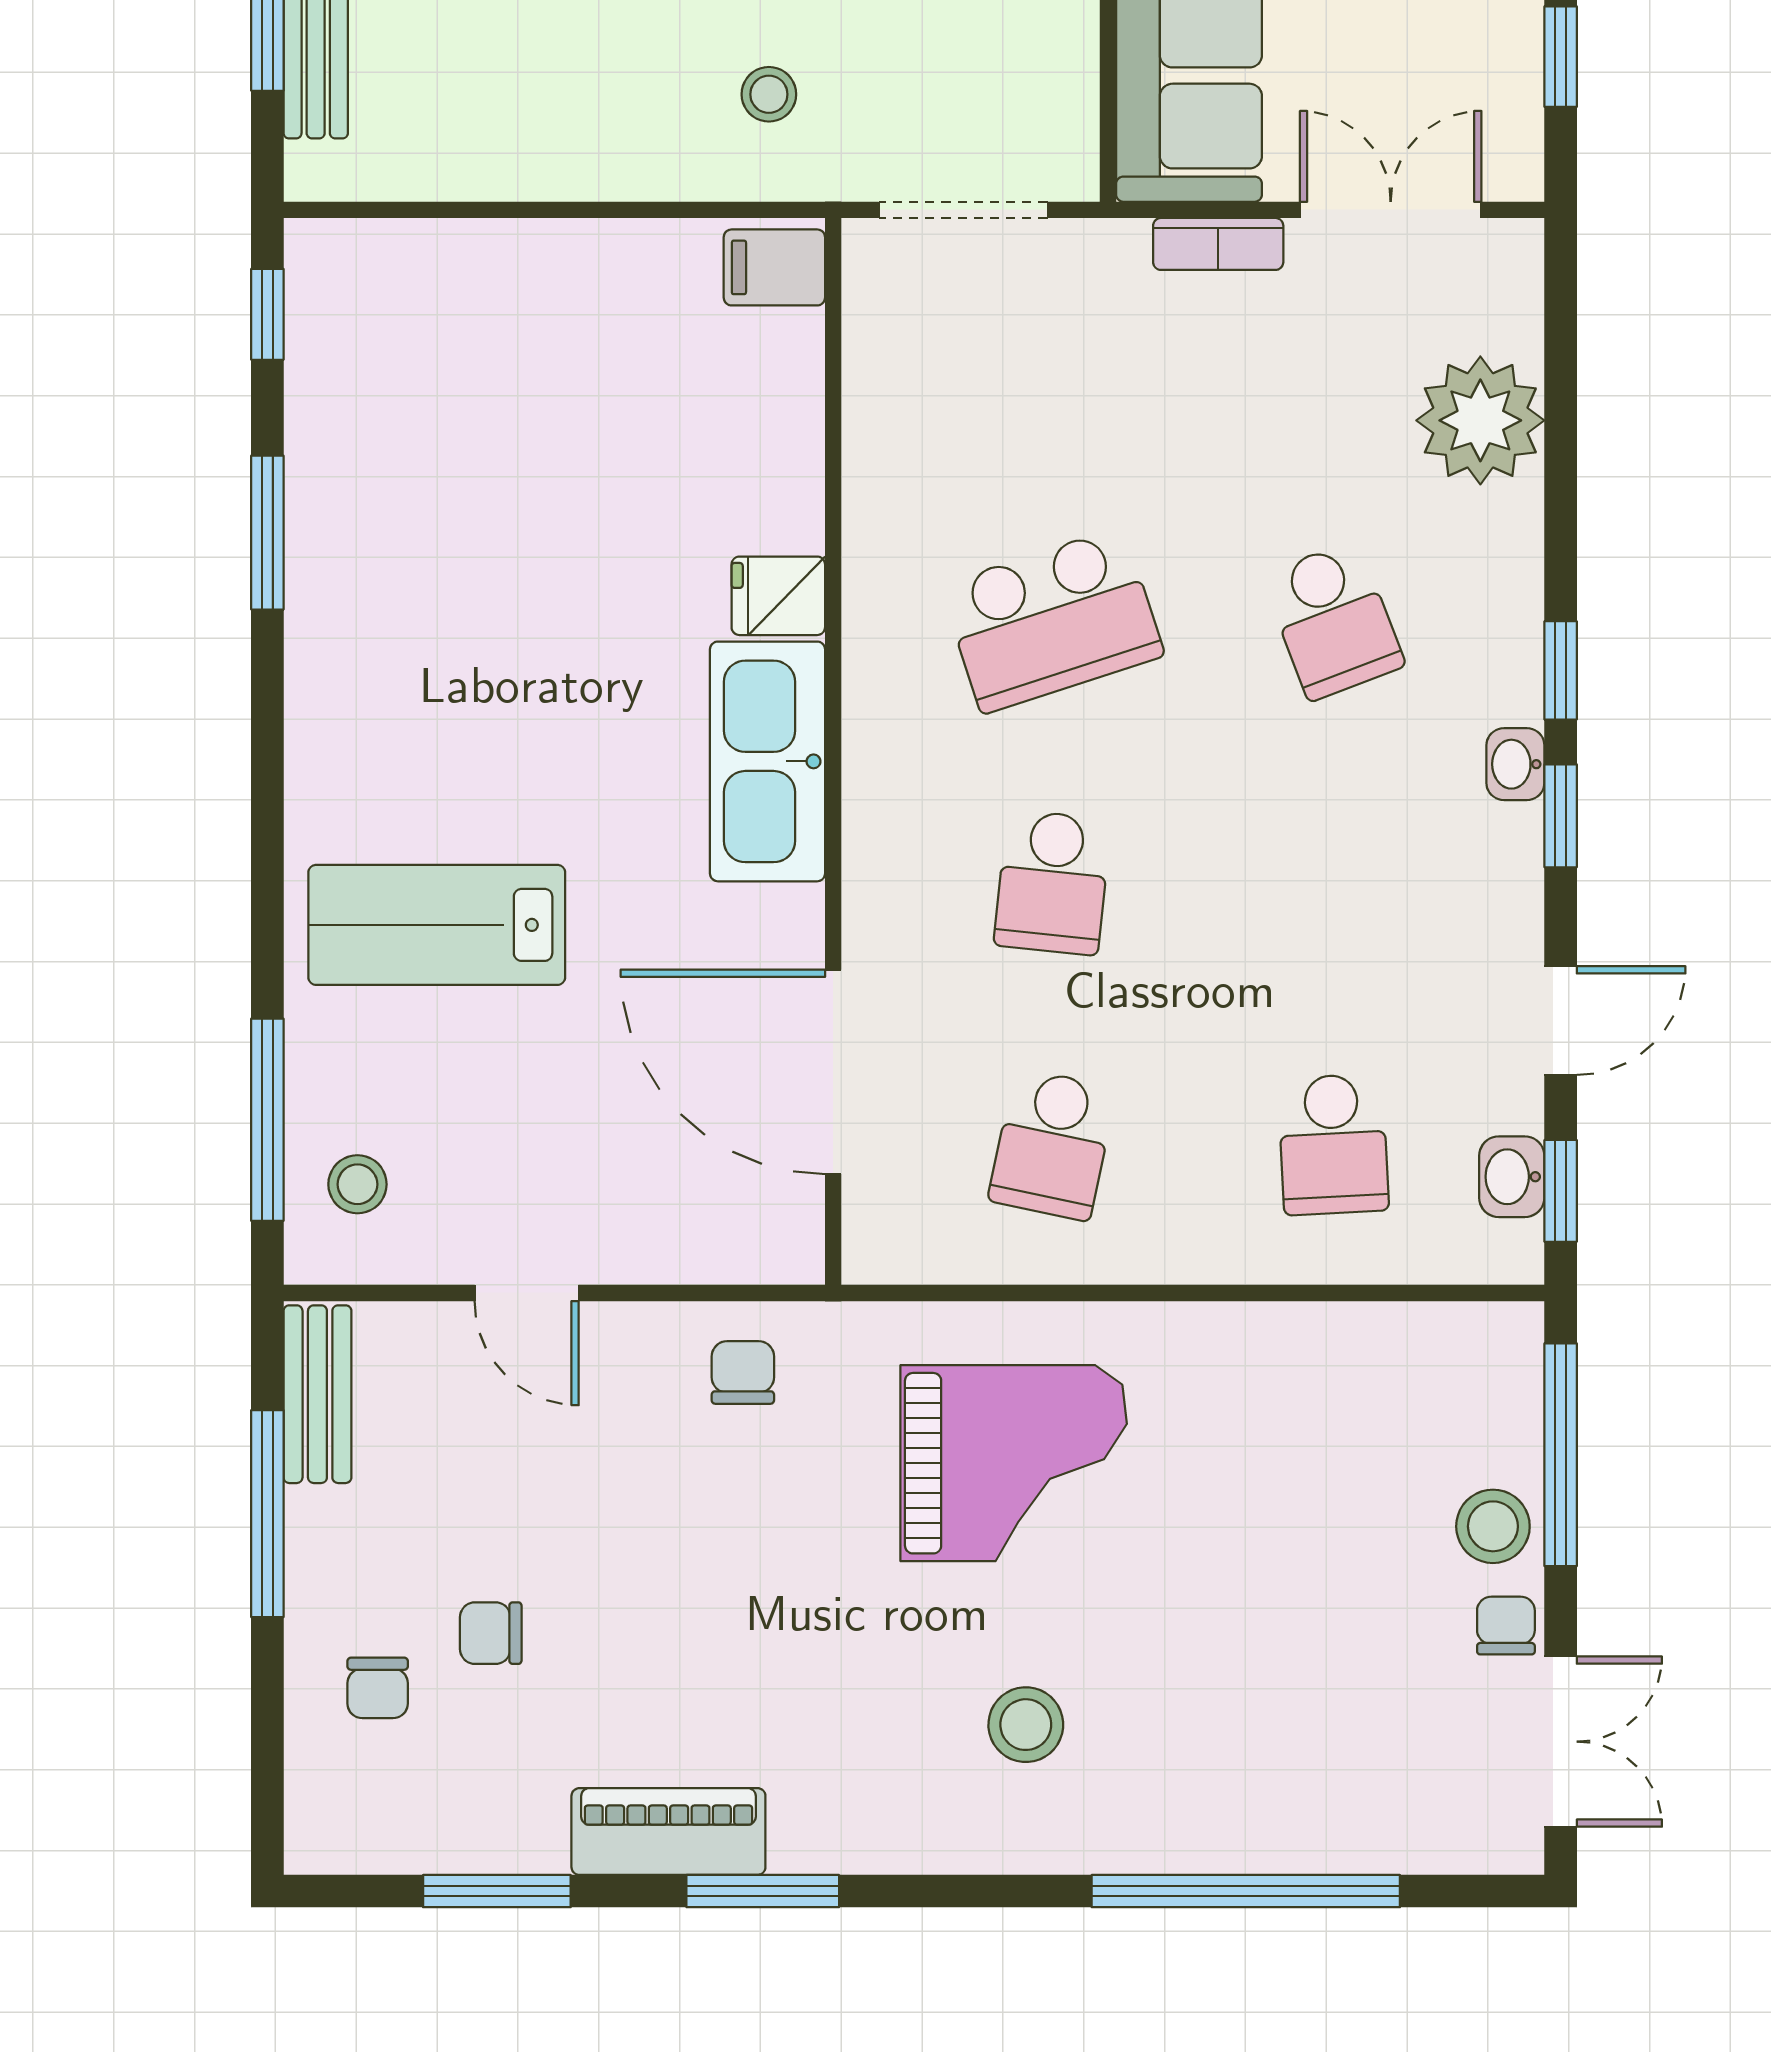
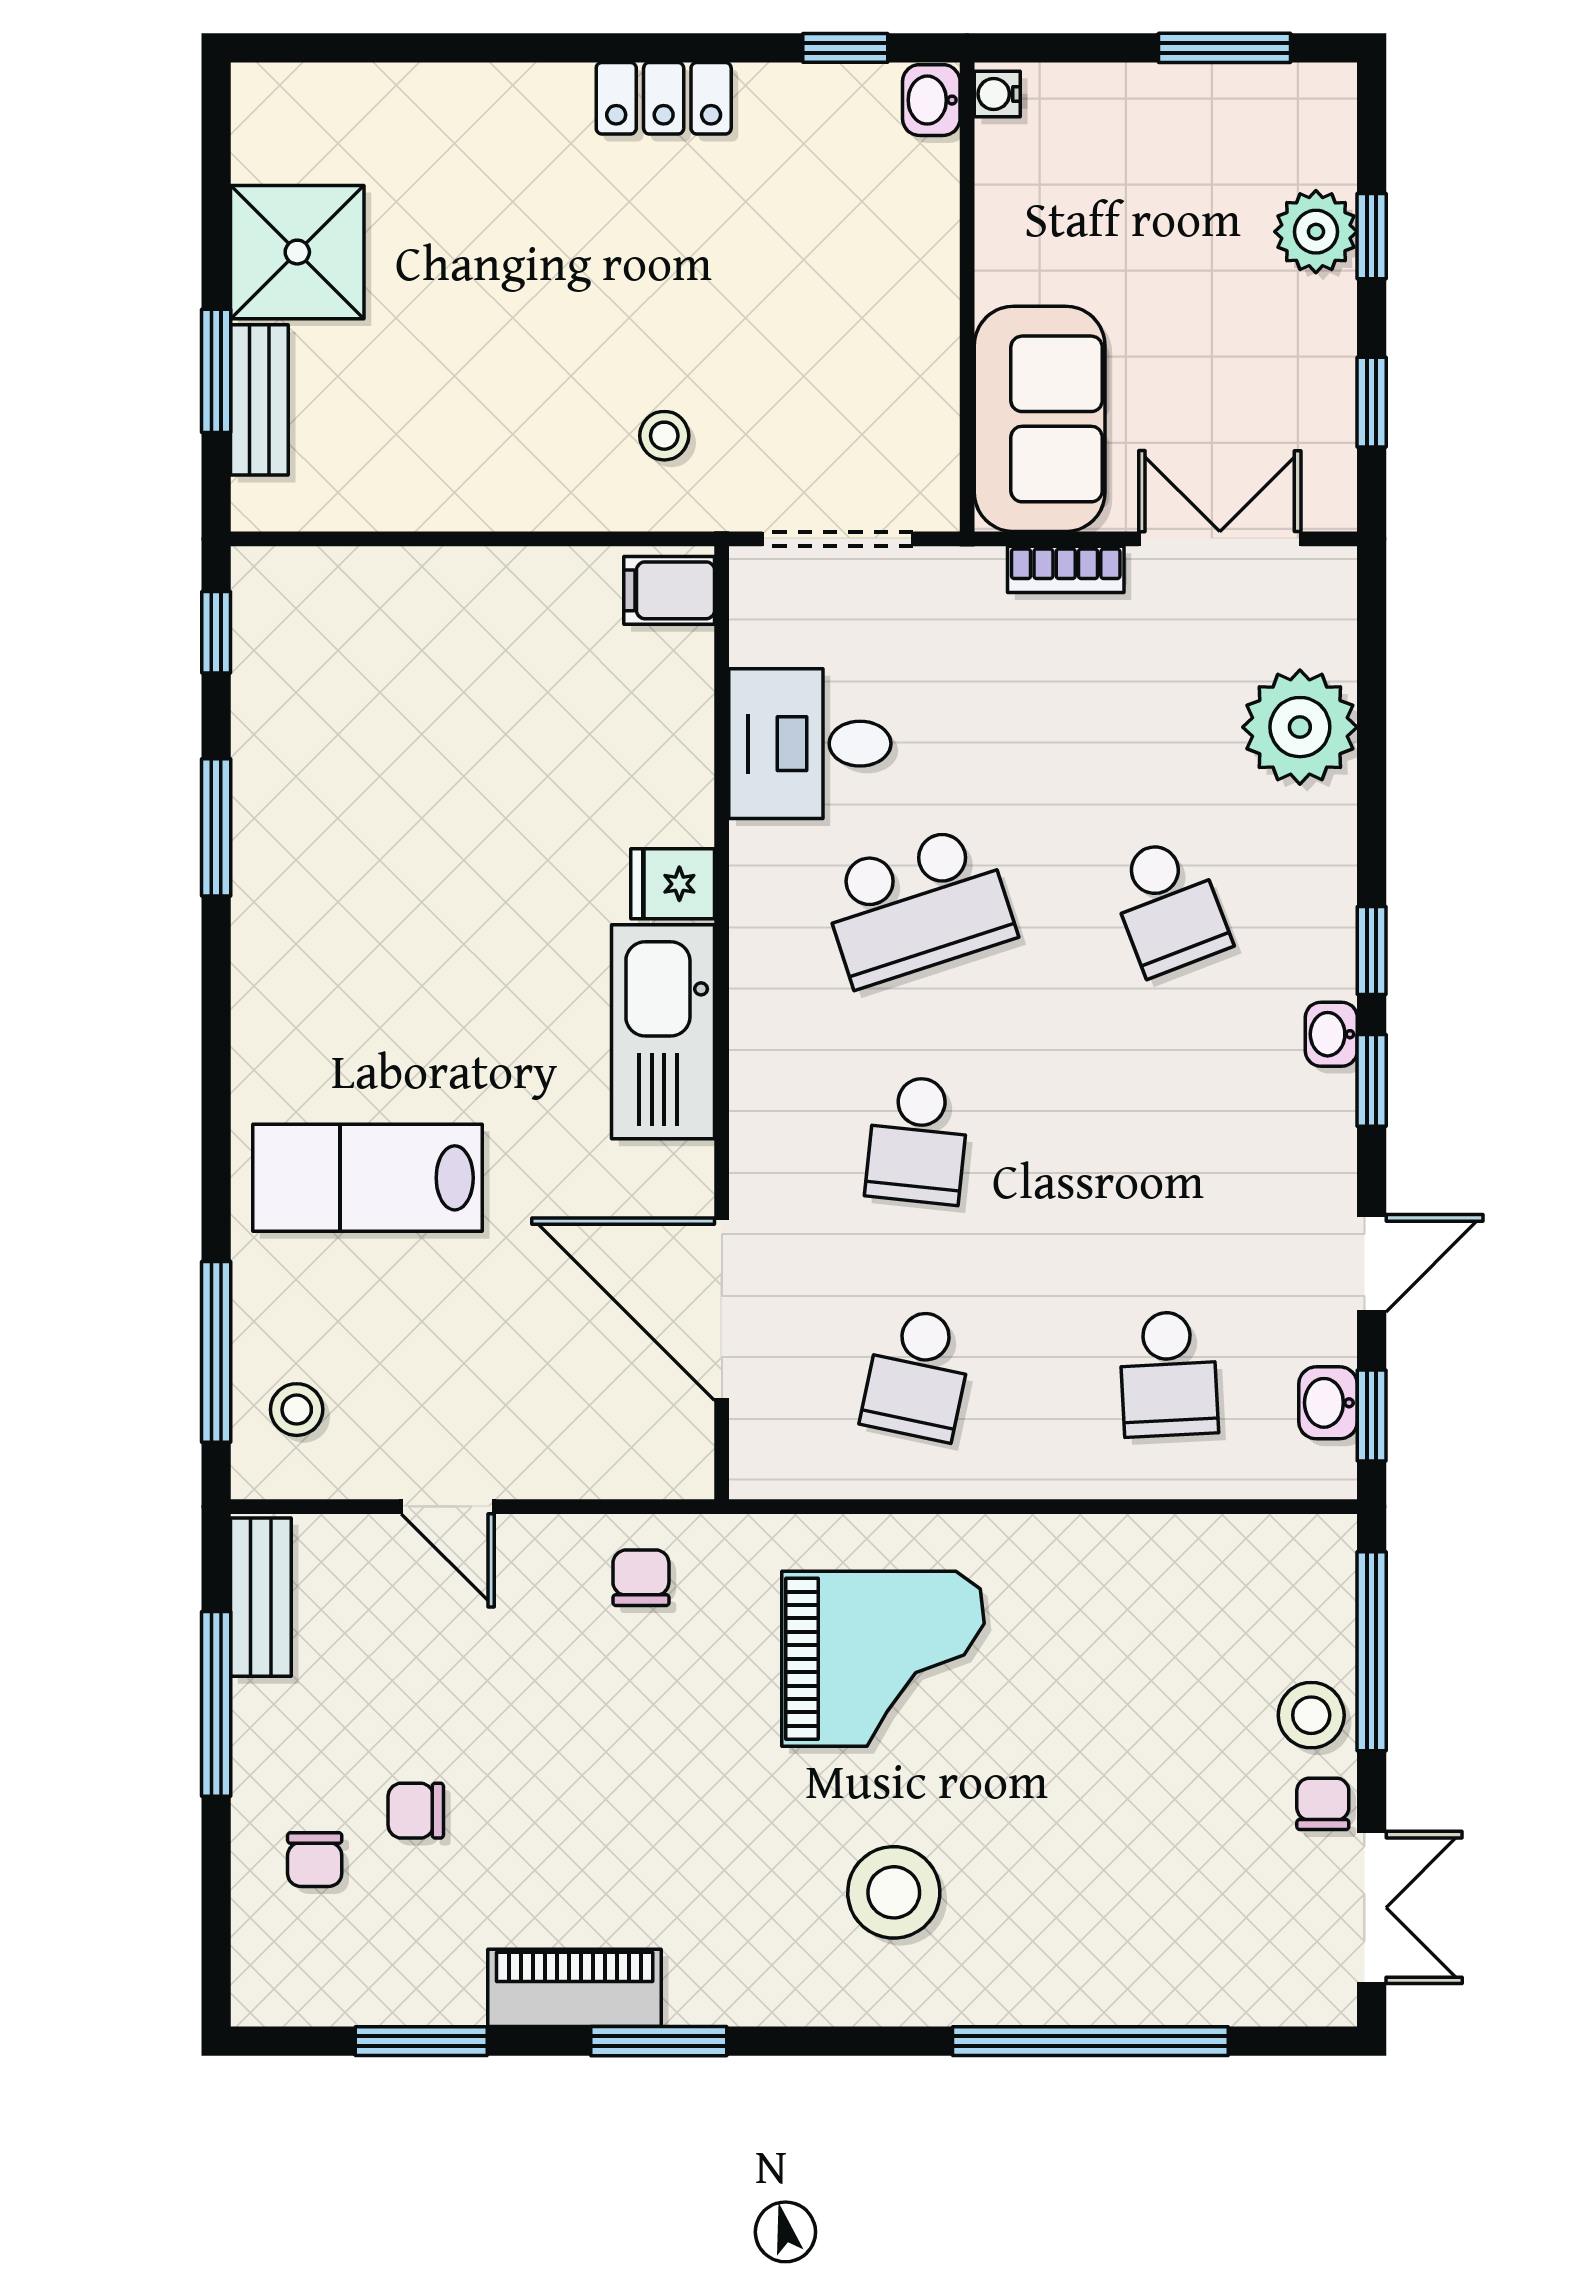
desk: (932, 439) -> (810, 744), added
stool: (1026, 1725) -> (894, 1892), width x1.38, depth x1.38

